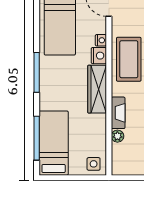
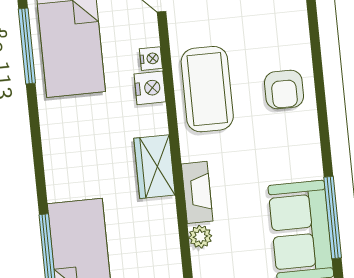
window: (37, 72) -> (27, 46), moved
wardrobe: (97, 89) -> (155, 167), width x0.67

